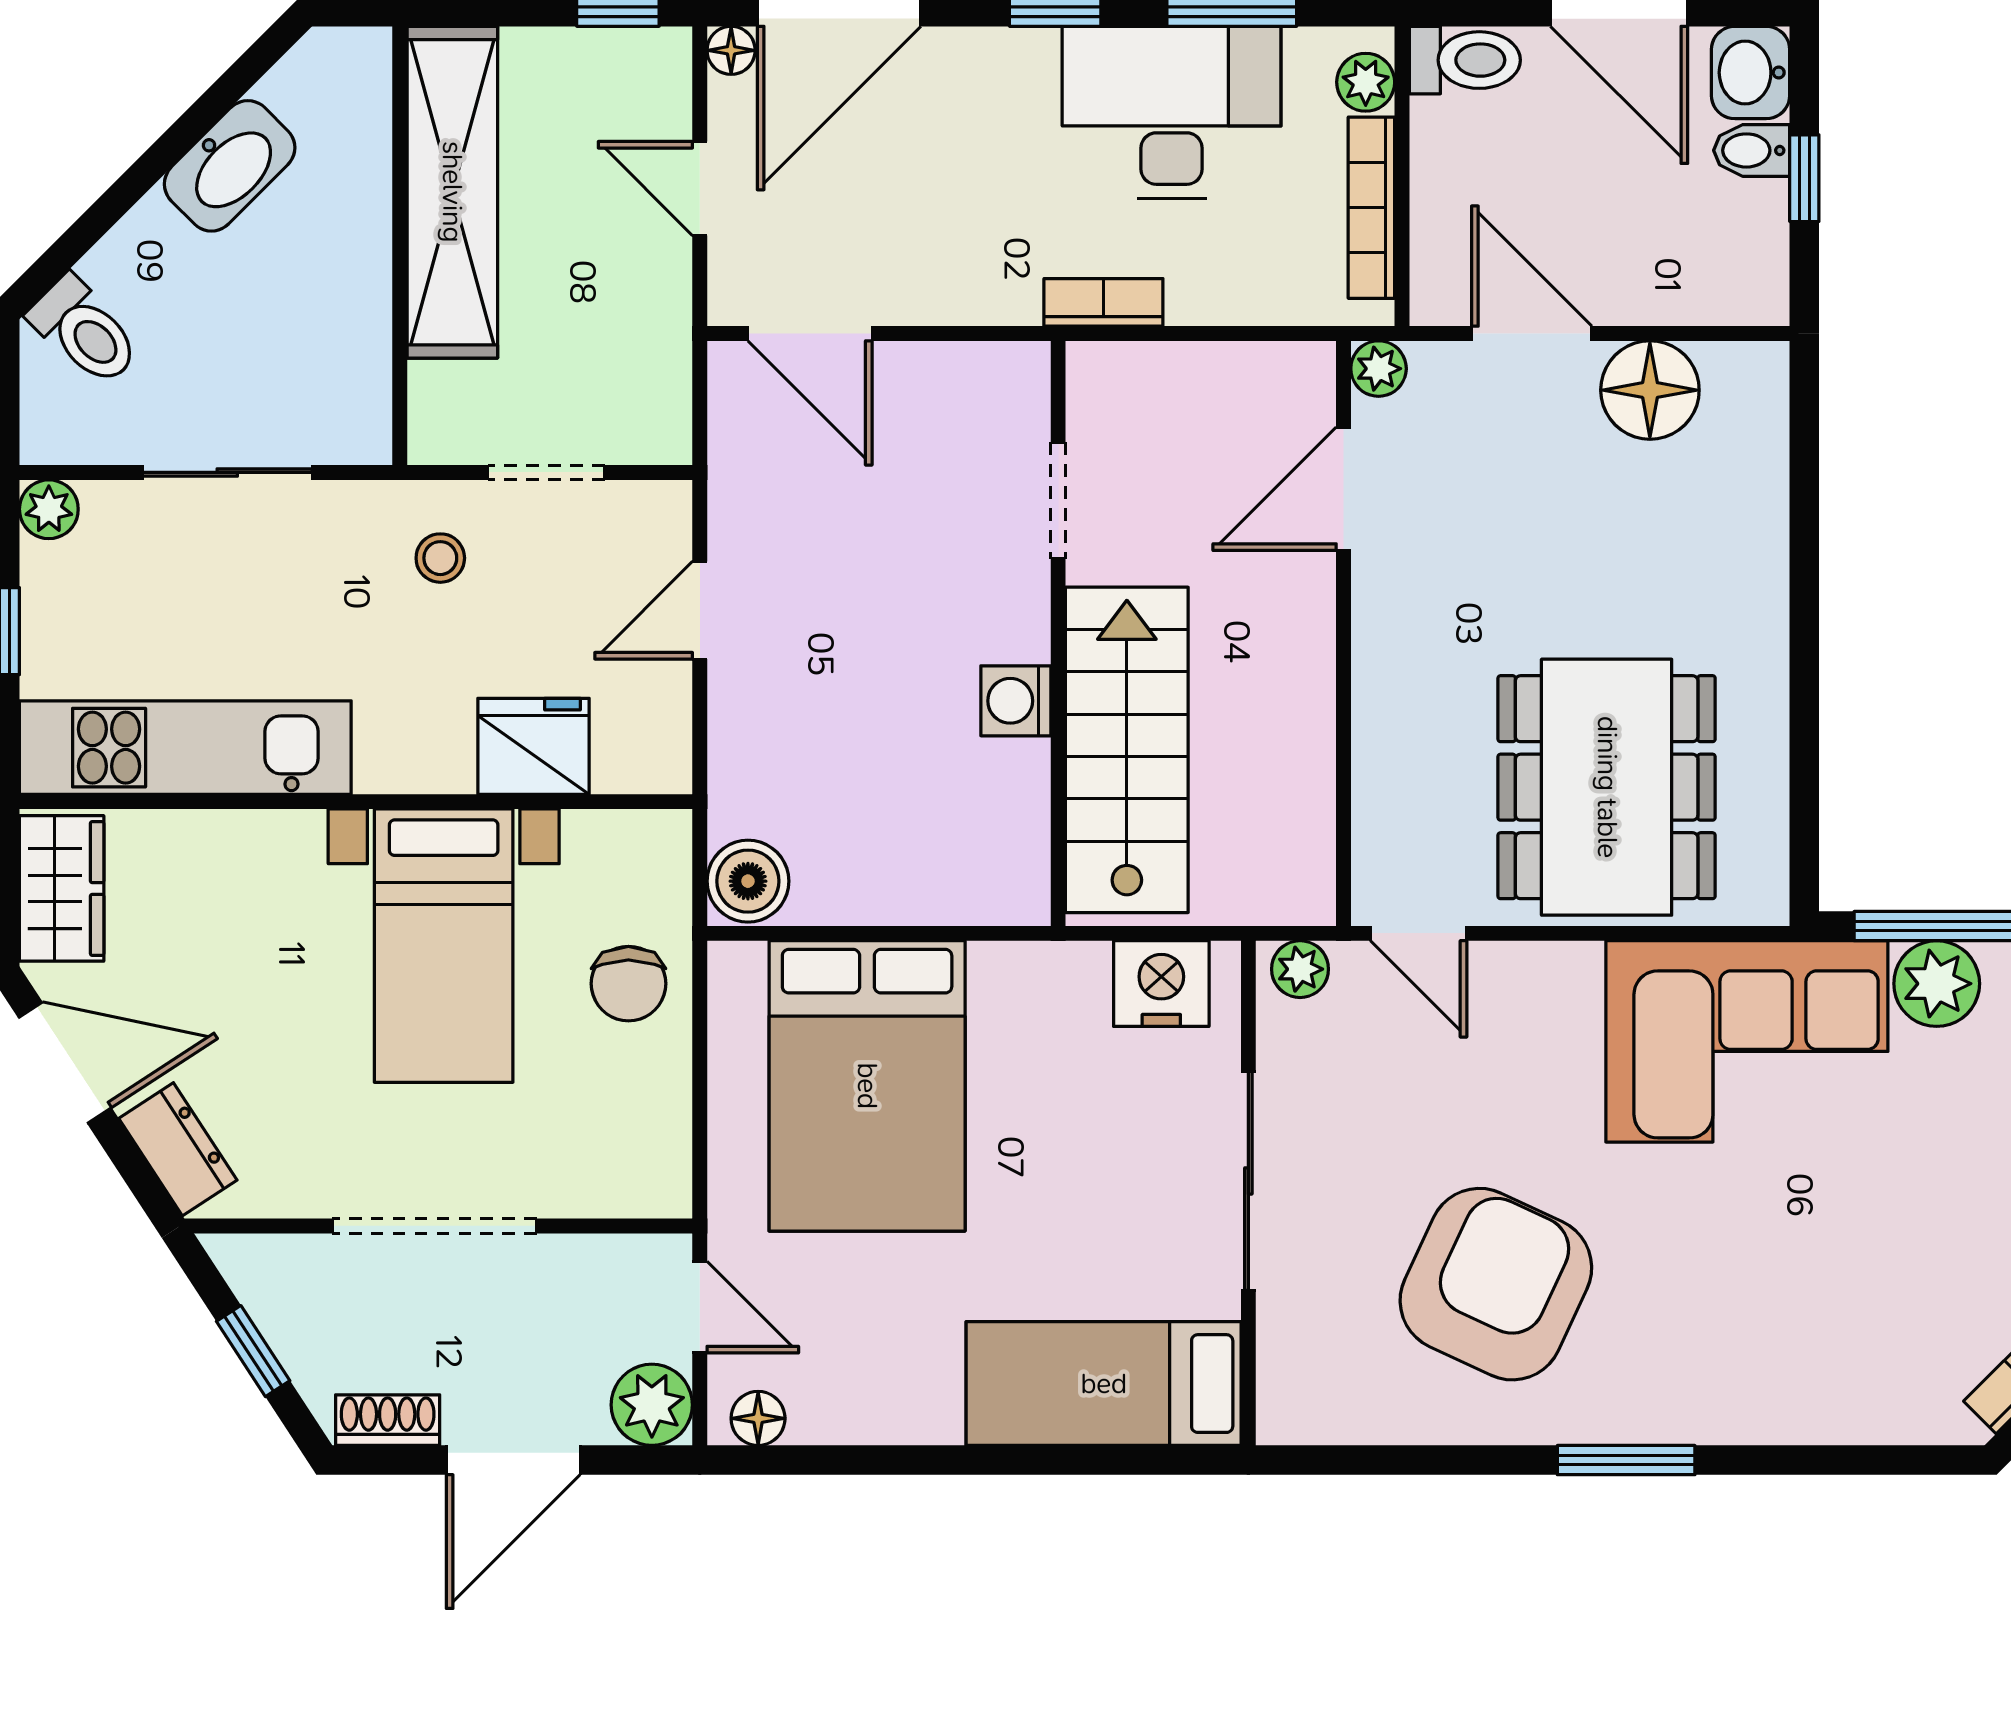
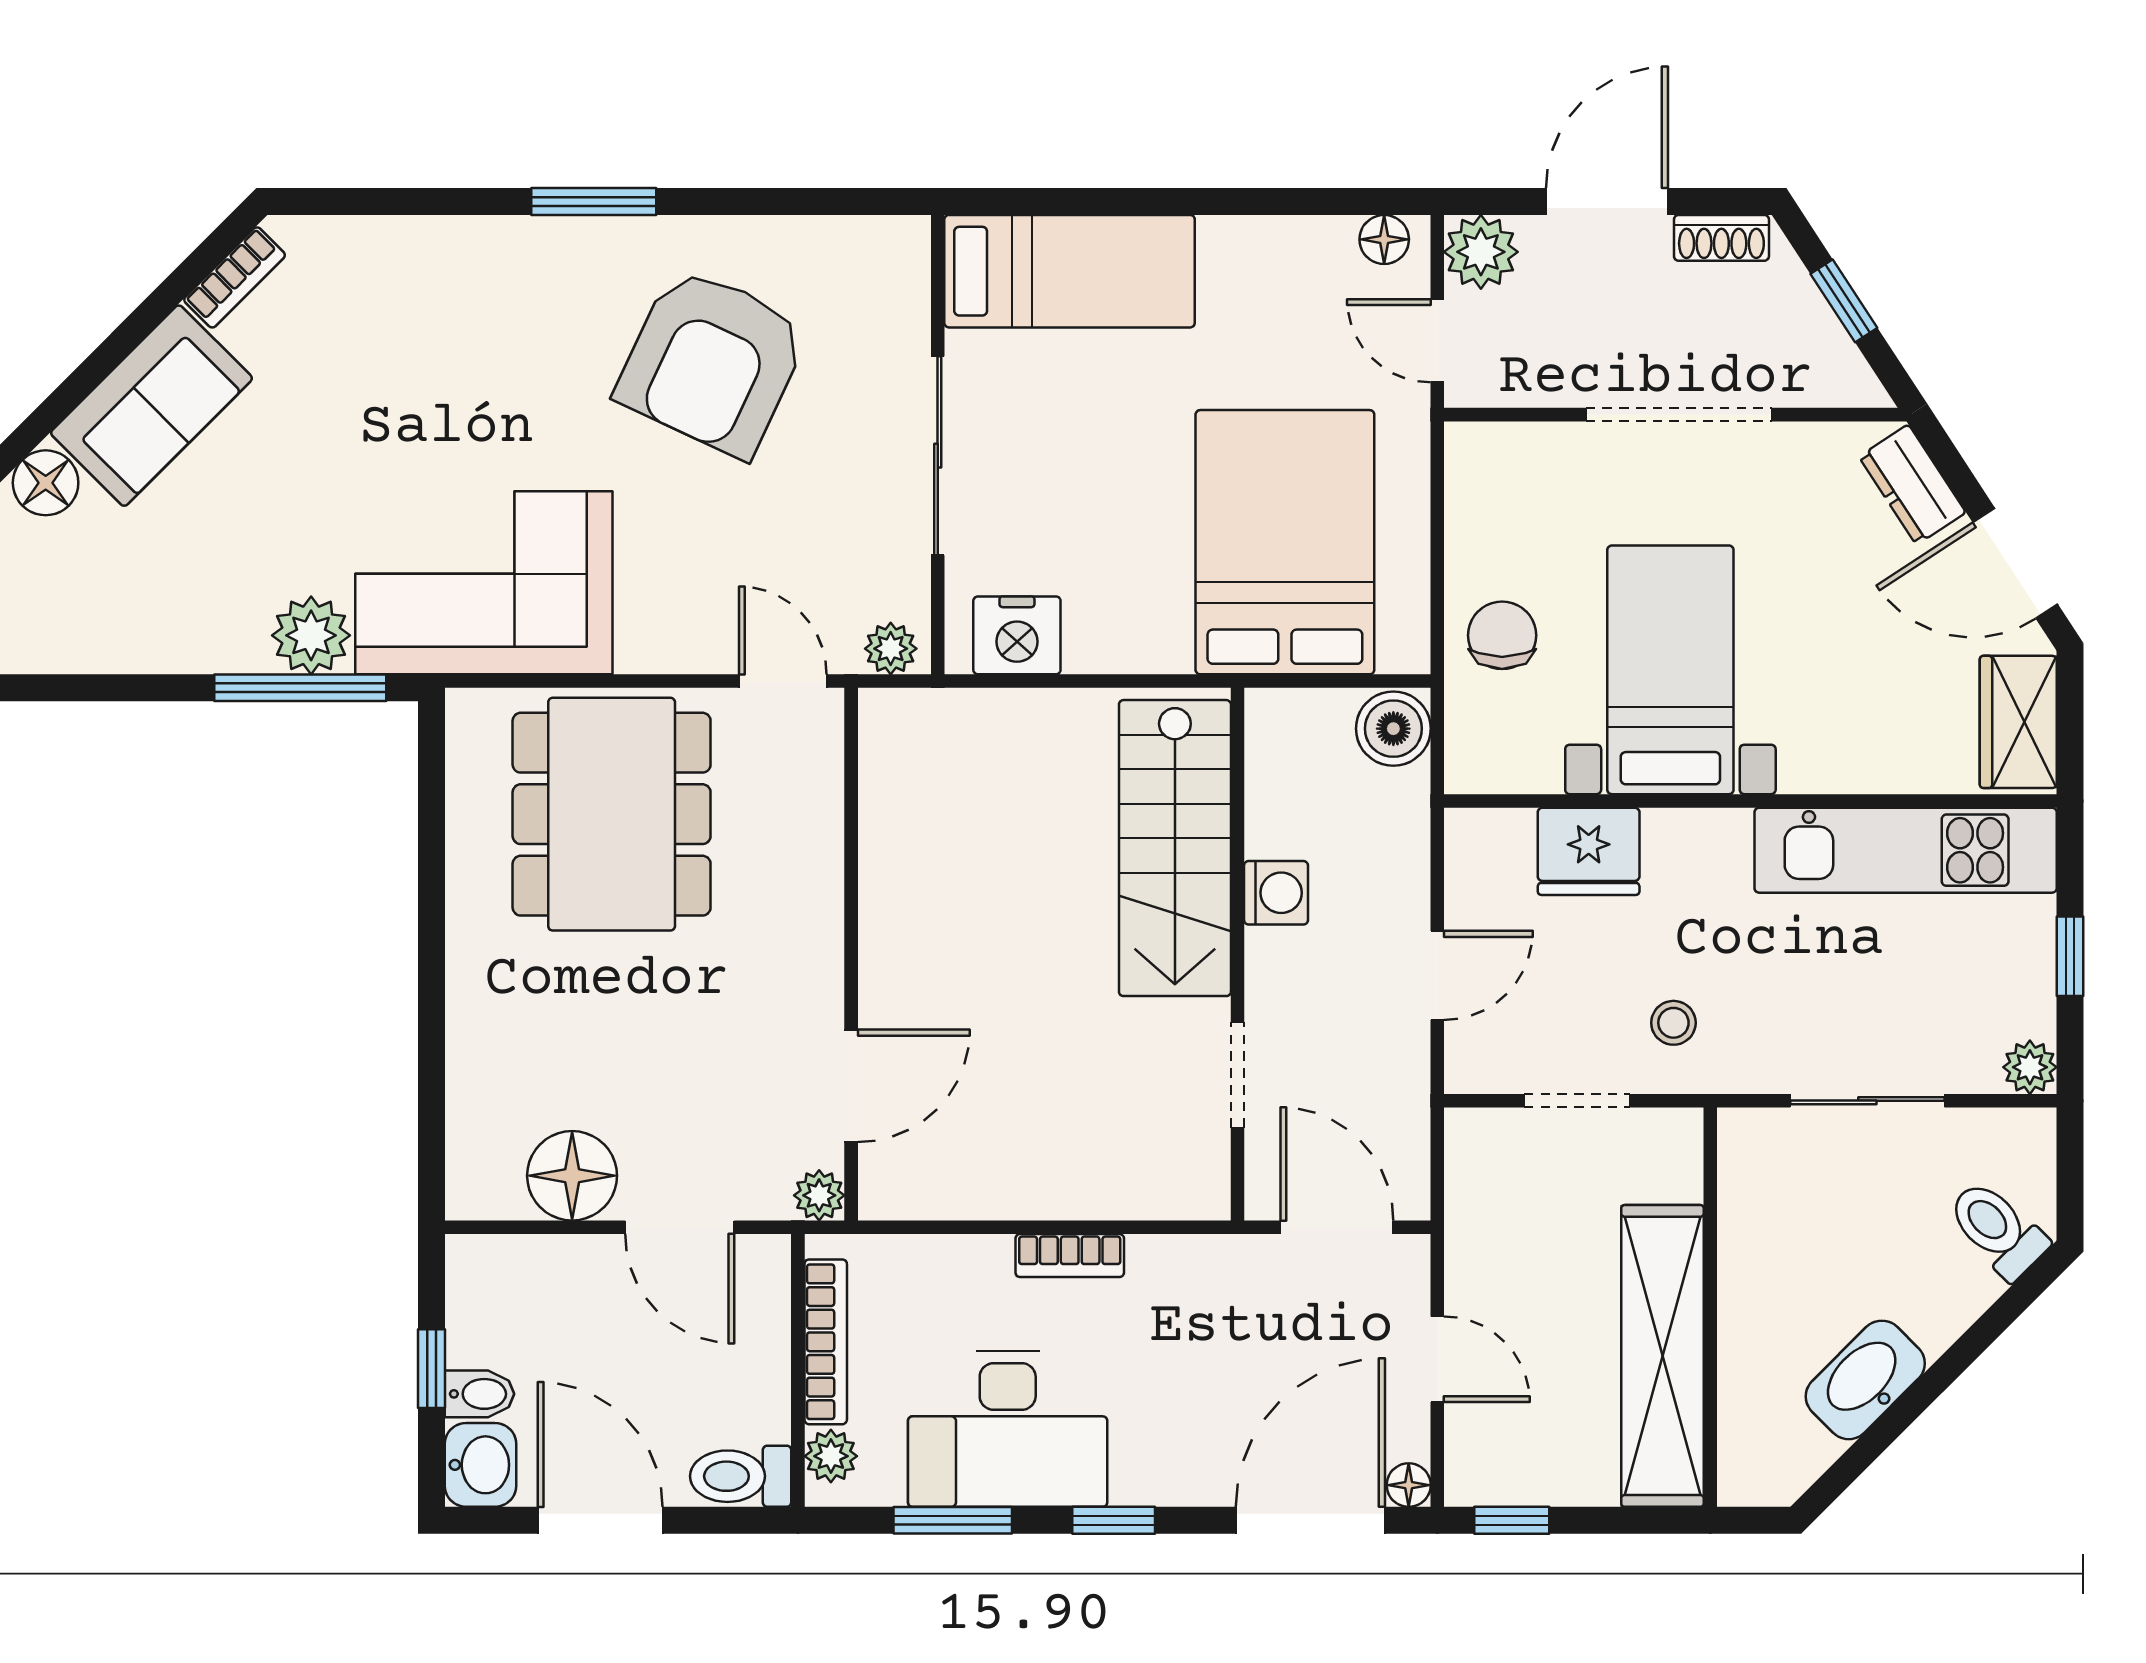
doorway: (1058, 501) -> (1237, 1075), moved
wall: (1058, 633) -> (1237, 954), moved
washing machine: (1016, 701) -> (1276, 893), moved
stairs: (1127, 750) -> (1175, 848), moved

